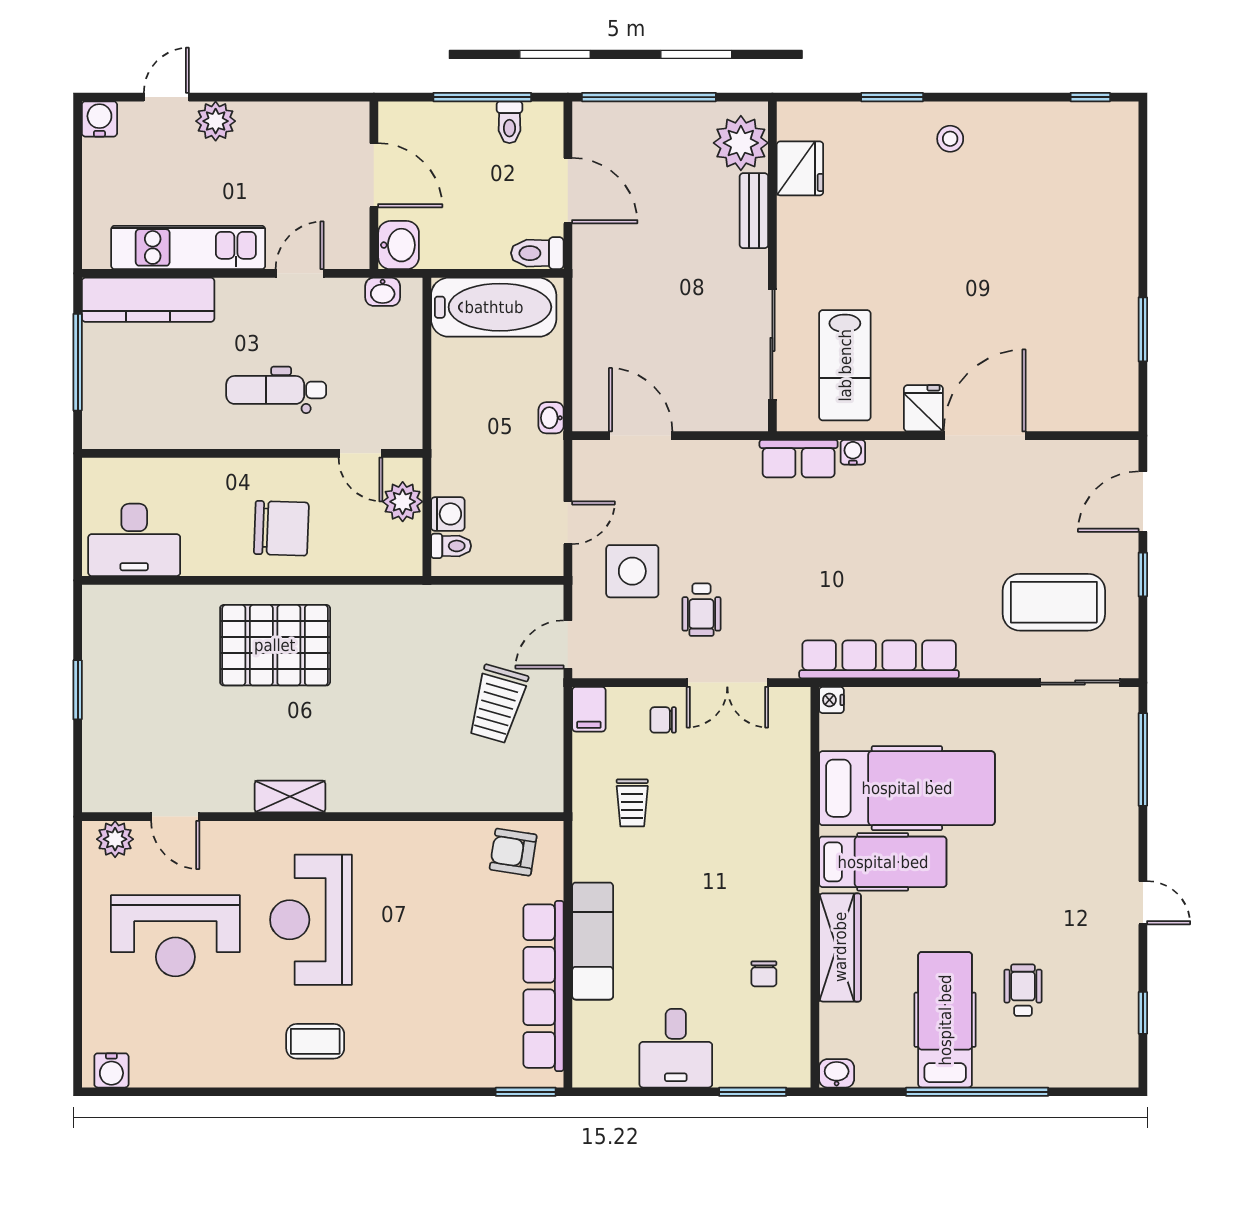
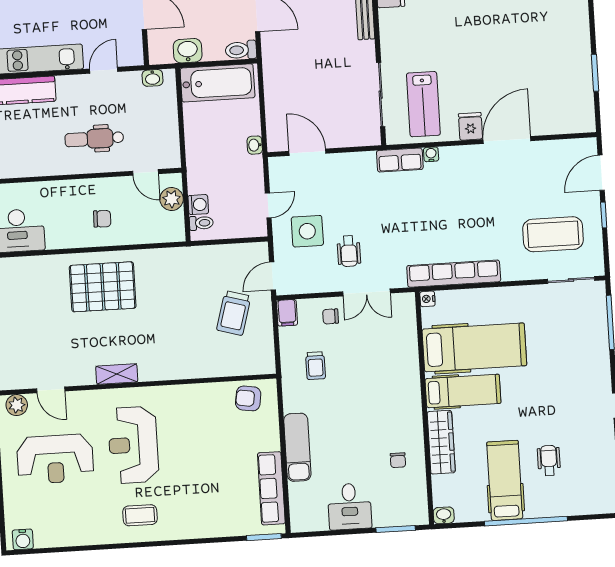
washbasin: (399, 245) -> (188, 51), moved, turned -90
chair: (281, 528) -> (102, 219), width x0.54, depth x0.54
row of seats: (543, 986) -> (271, 488), width x0.73

